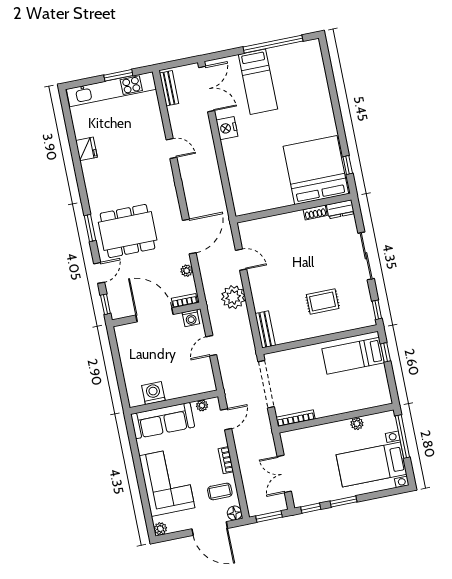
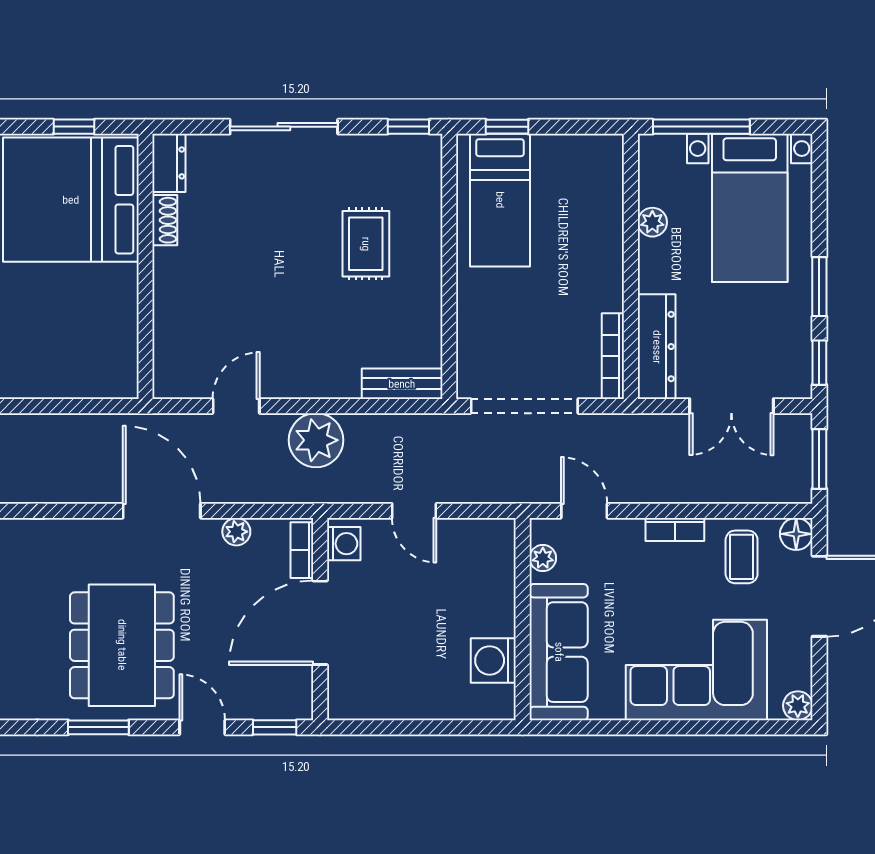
dresser: (303, 436) -> (657, 347), added

